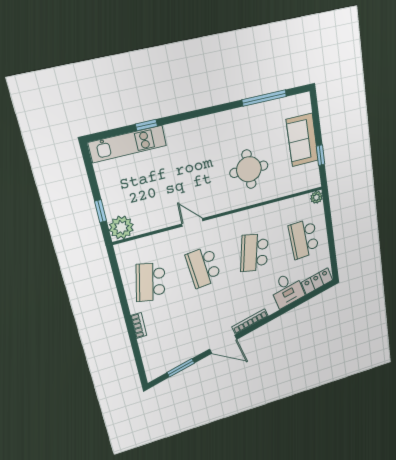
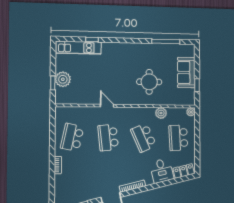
plant: (274, 211) -> (161, 113), added
plant: (121, 227) -> (63, 79), moved
school desk: (254, 253) -> (144, 138), turned -36

